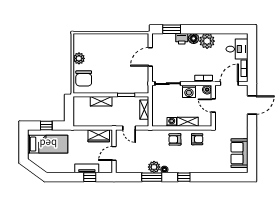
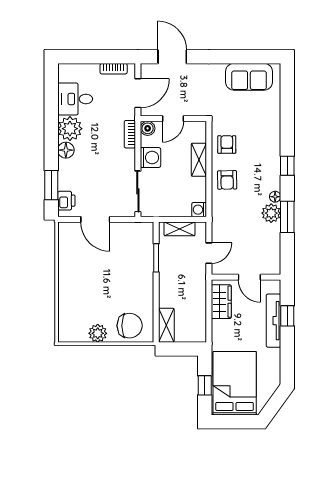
printer: (182, 39) -> (66, 201), moved
desk: (237, 49) -> (75, 99), moved, turned -90
door: (229, 84) -> (138, 93), swing flipped
shelving: (101, 101) -> (166, 325), moved
washing machine: (172, 122) -> (199, 210), moved
bed: (48, 144) -> (235, 383), width x1.50
tv unit: (87, 168) -> (274, 321), width x1.41

